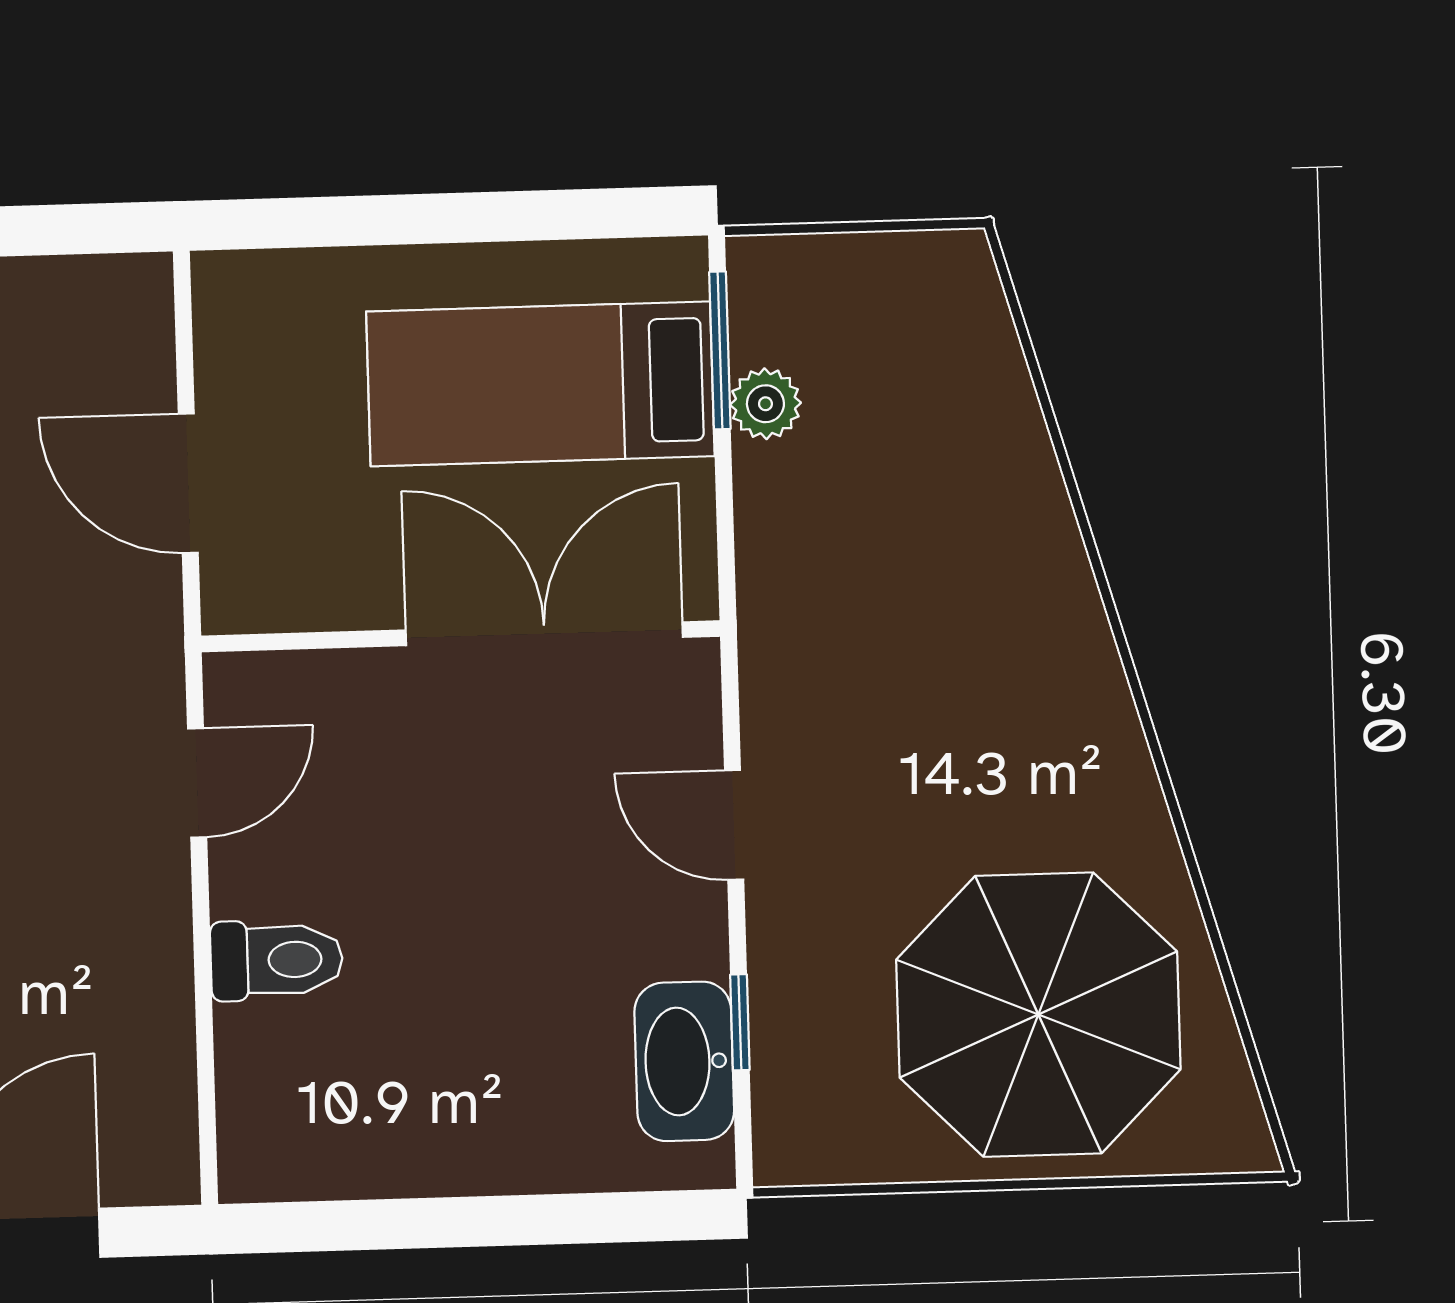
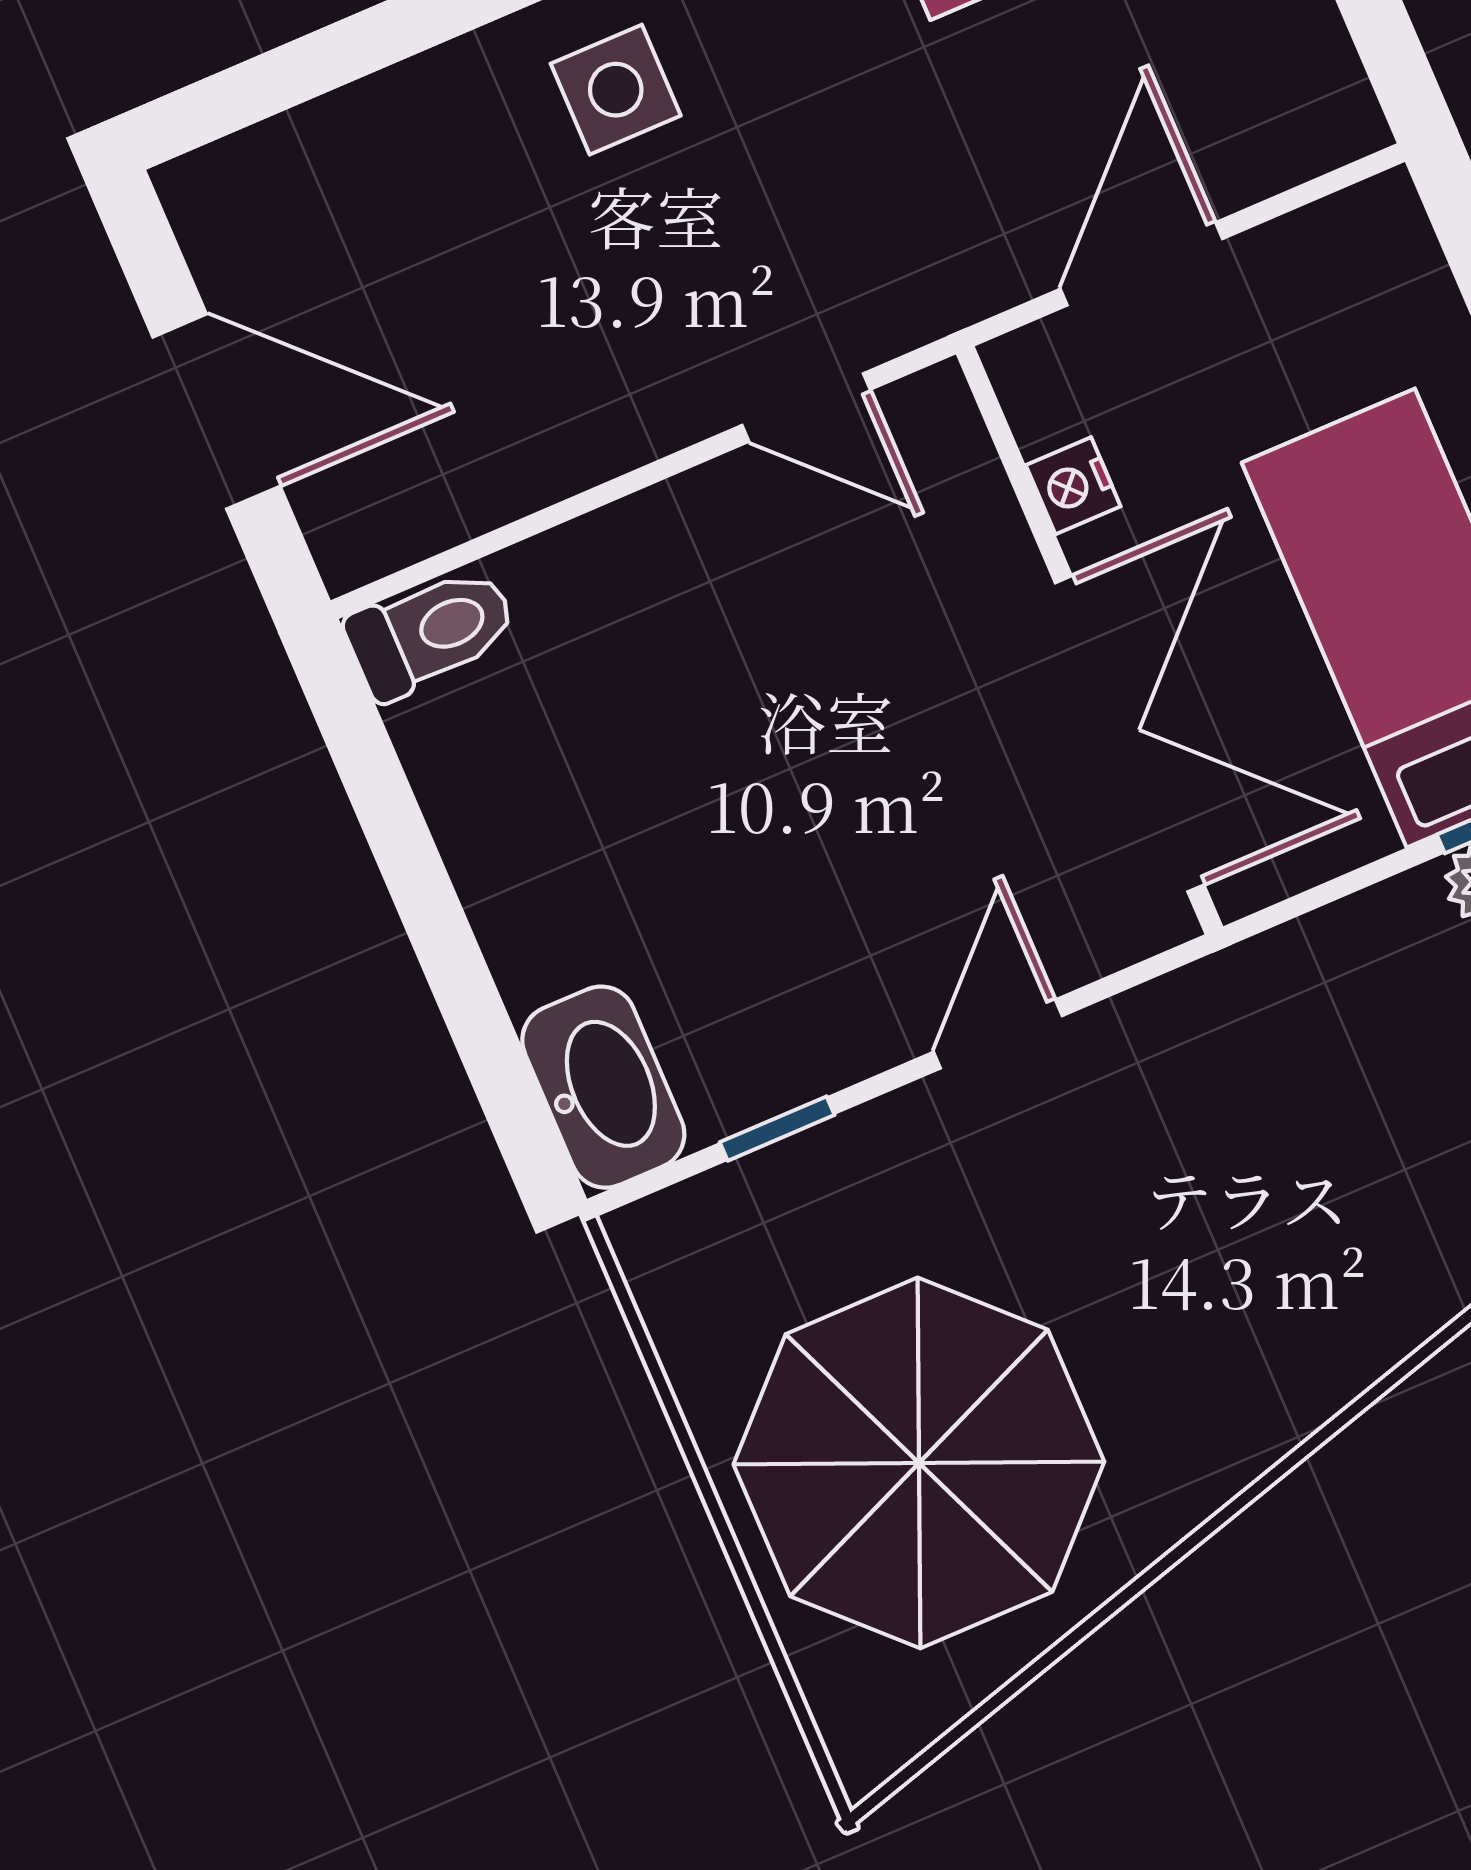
nightstand: (337, 602) -> (1073, 486), added
toilet: (277, 960) -> (431, 632), moved, turned -90
washbasin: (684, 1061) -> (603, 1087), moved, turned 90

